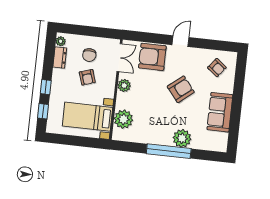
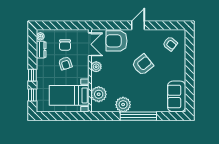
sofa: (220, 112) -> (177, 96), moved
plant: (182, 138) -> (123, 105), moved

